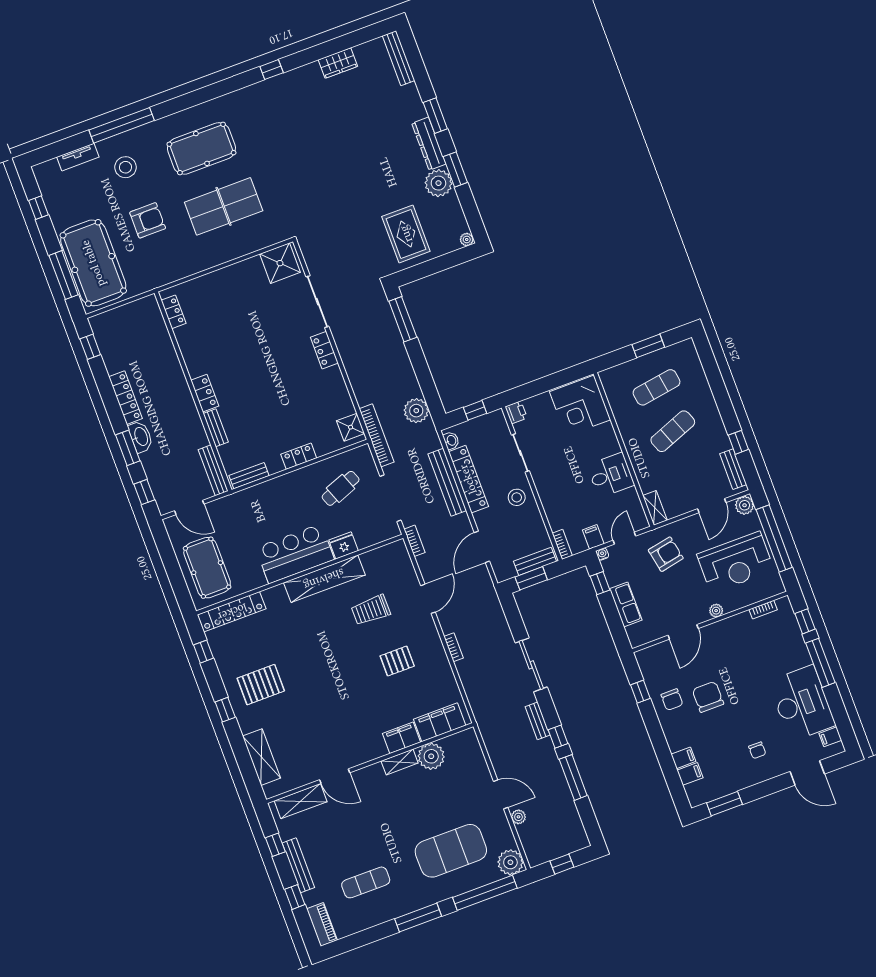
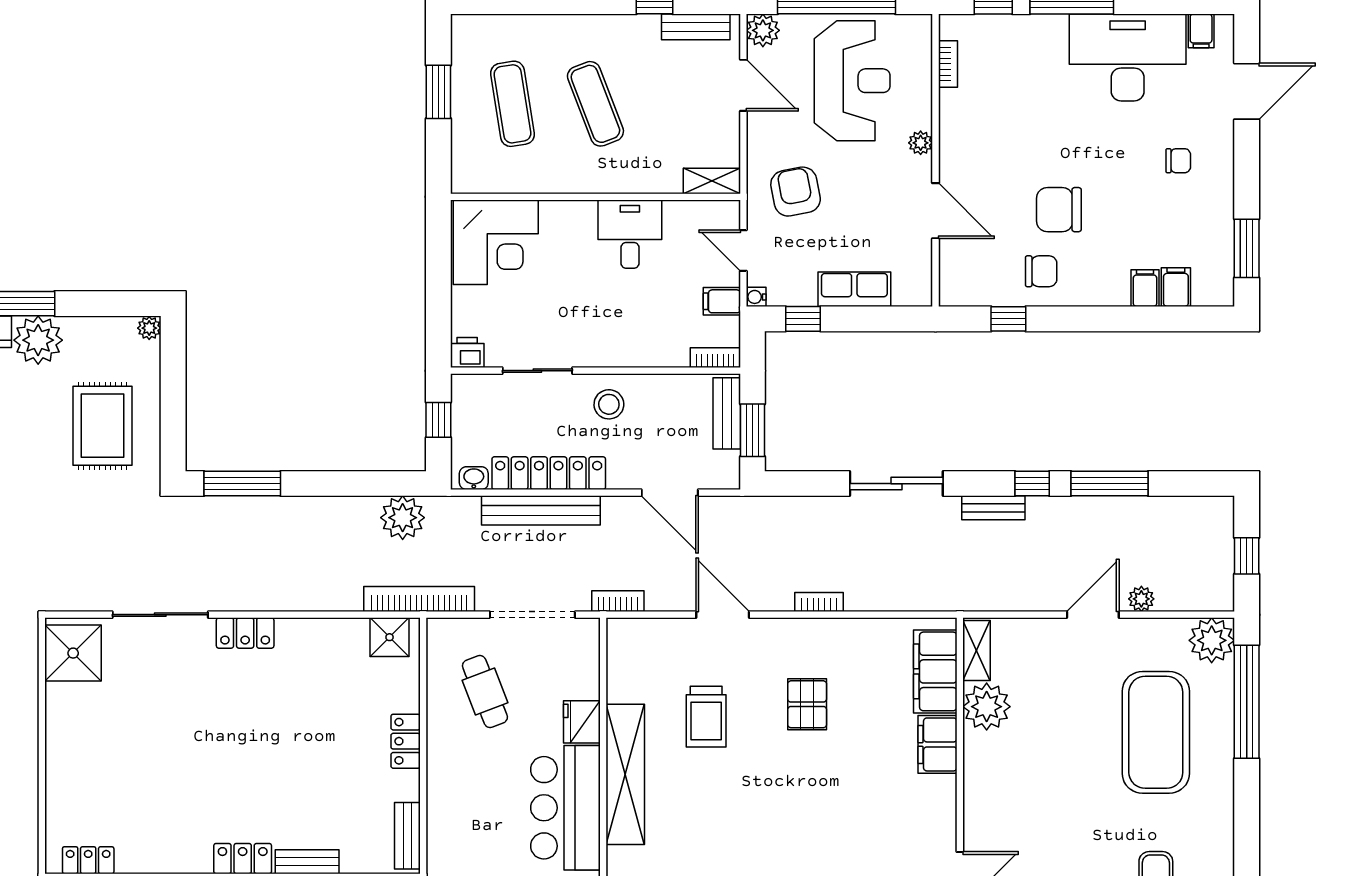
rug: (406, 234) -> (103, 426), turned 90
shelving: (400, 762) -> (976, 650), moved
window: (418, 918) -> (1247, 828), removed

